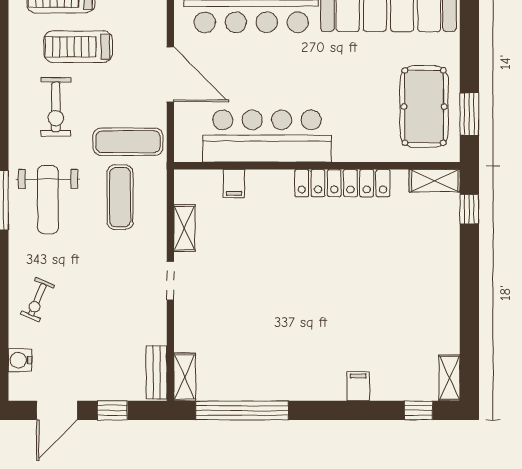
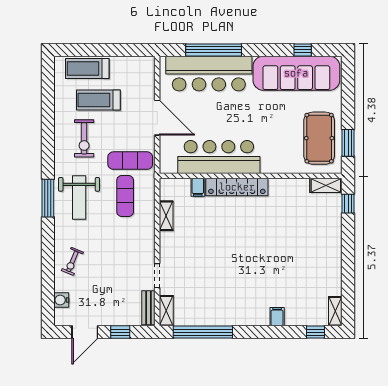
locker: (342, 183) -> (237, 187), moved
doorway: (170, 281) -> (157, 276), moved

